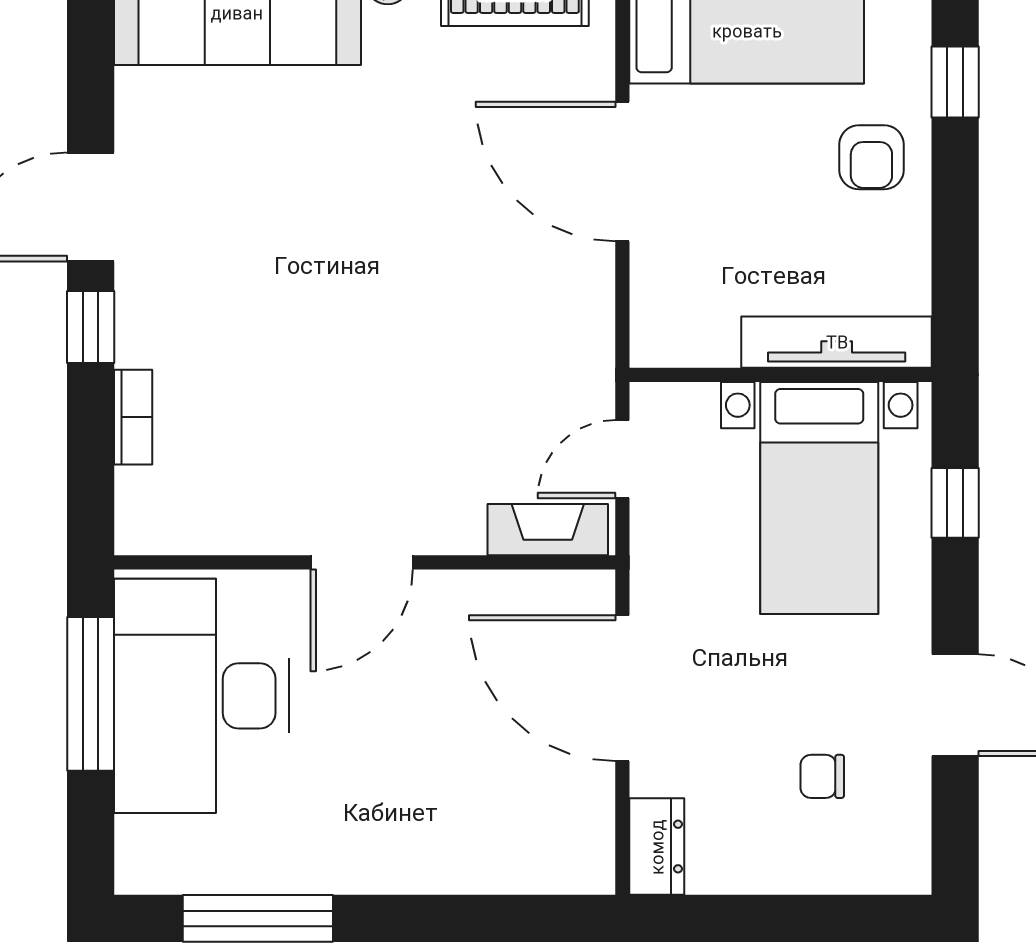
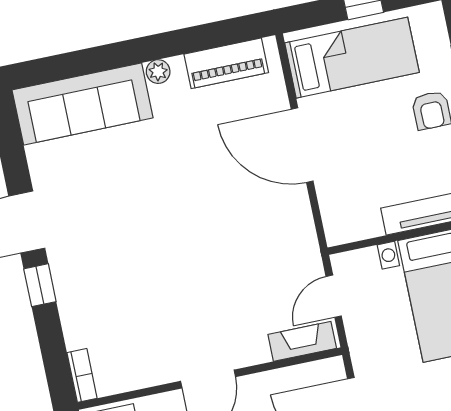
bookcase: (133, 417) -> (82, 375), moved

